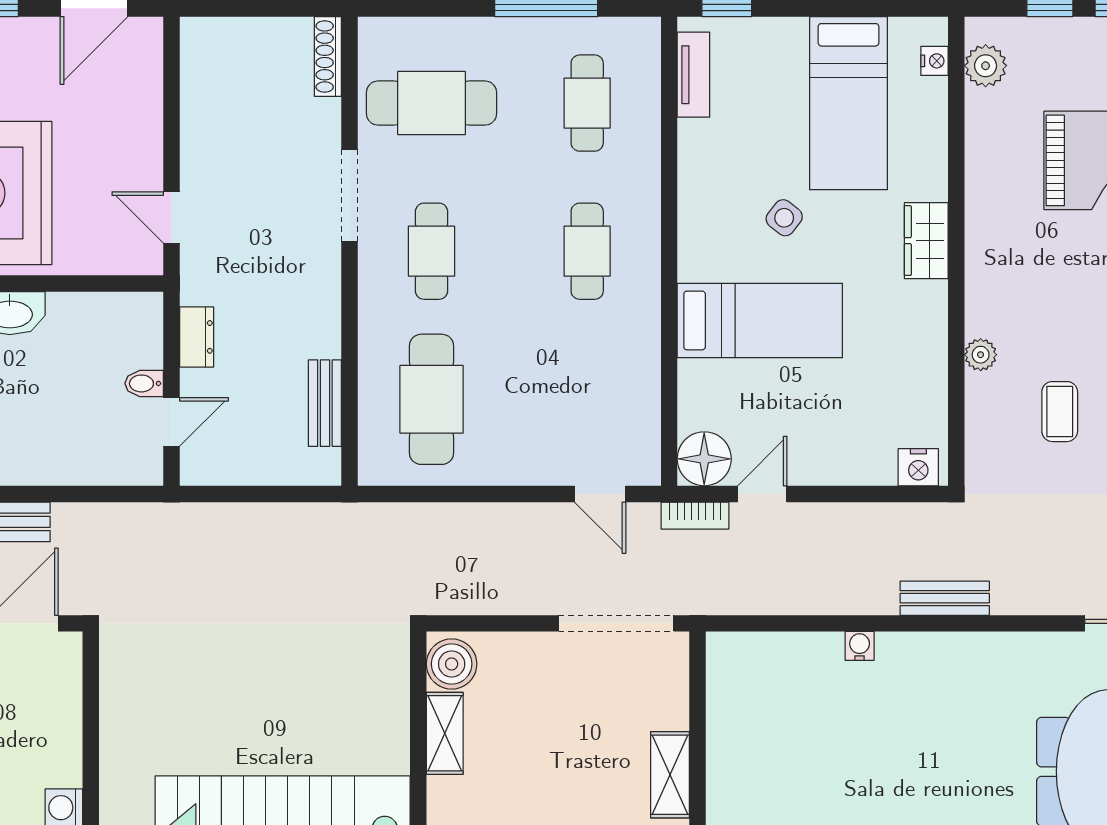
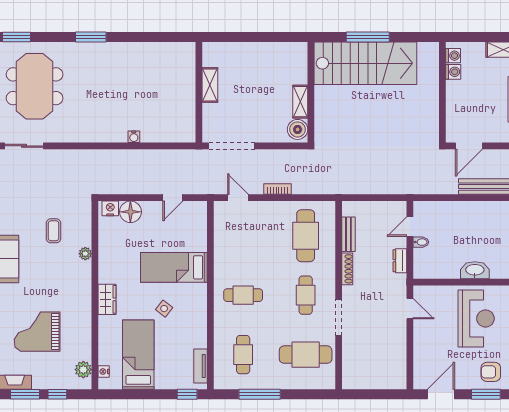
shoe rack: (328, 56) -> (347, 269), moved
cafe table: (587, 251) -> (243, 295), turned 90
floor lamp: (704, 459) -> (130, 212), moved
bookcase: (695, 516) -> (278, 189), moved
bench: (945, 598) -> (100, 156), removed

